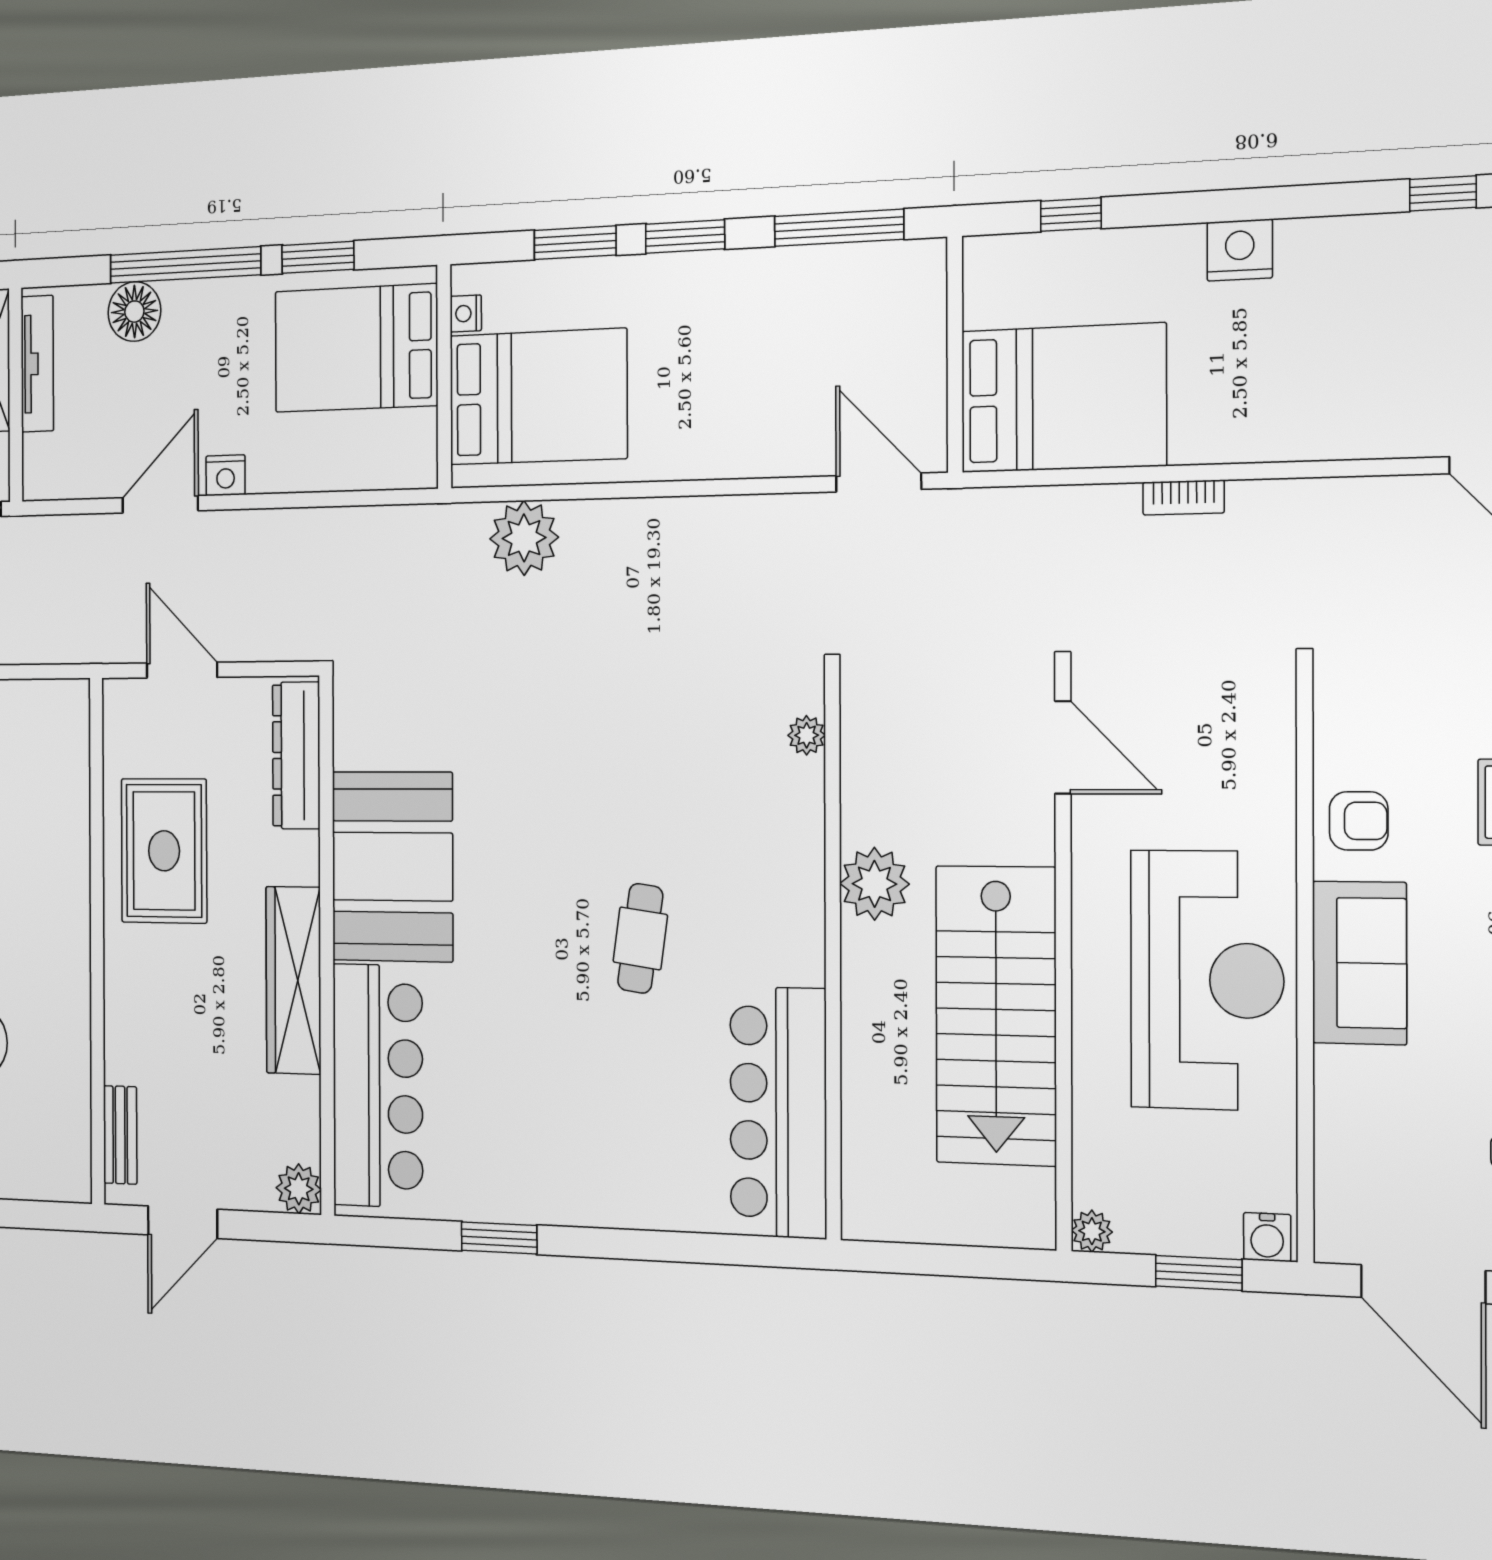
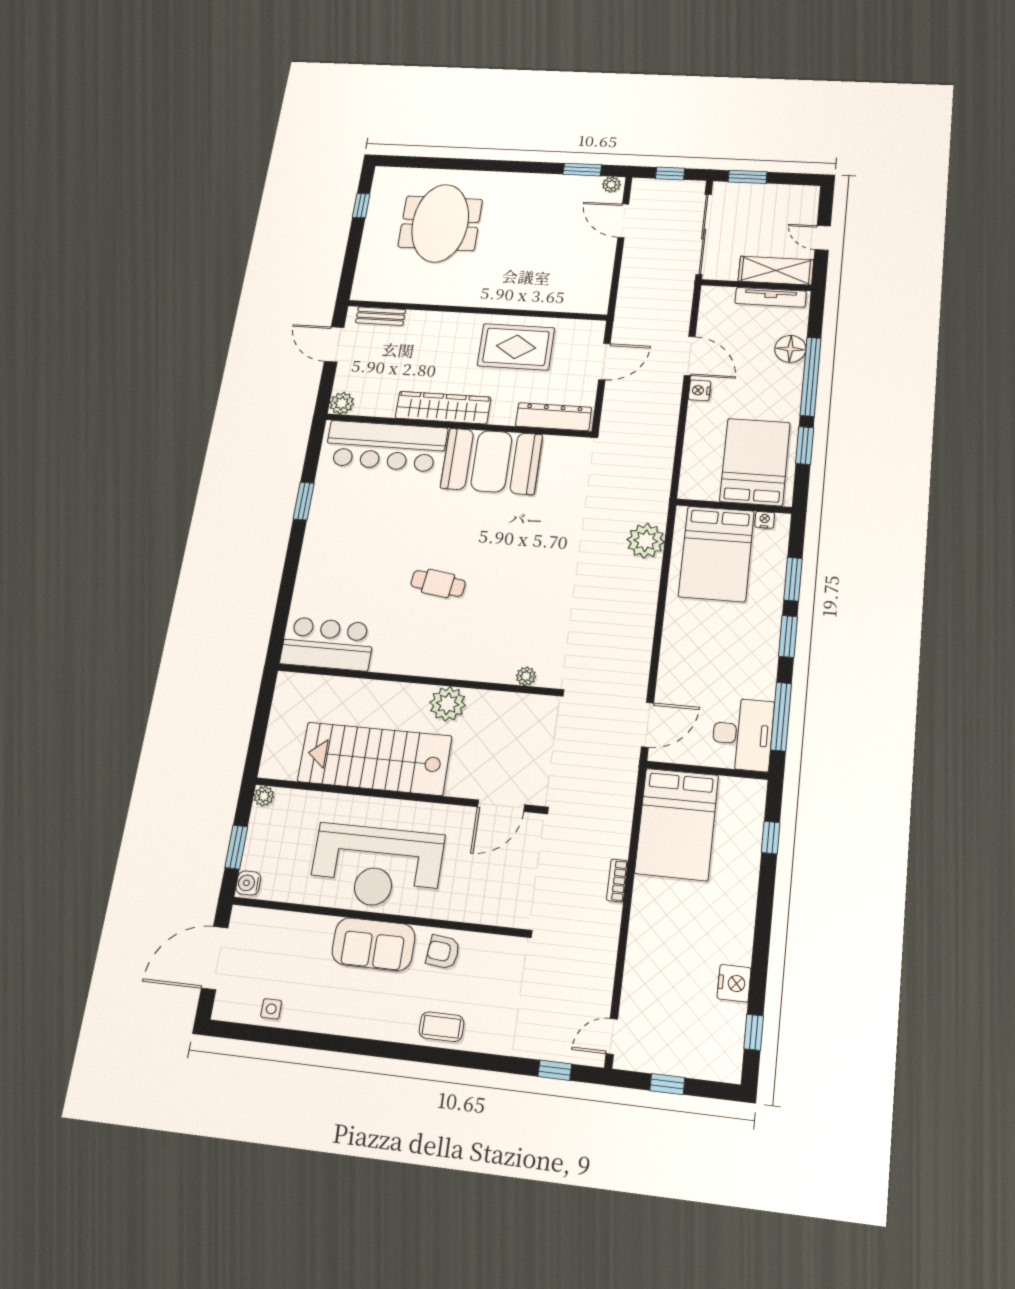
nightstand: (1240, 250) -> (734, 983), moved
desk: (879, 296) -> (743, 734), added
armchair: (1359, 821) -> (443, 952), turned 96
bar counter: (778, 1112) -> (328, 644), width x0.73

